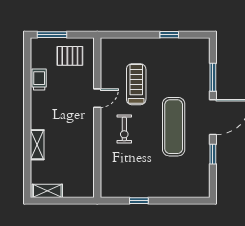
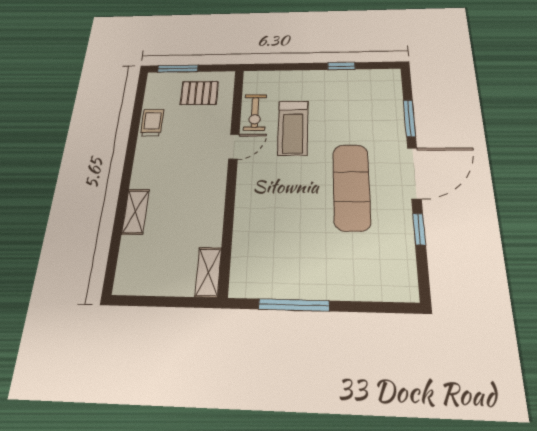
treadmill: (136, 84) -> (293, 128), turned 180
exercise bike: (124, 129) -> (255, 112), moved
shelving: (47, 191) -> (208, 272), moved, turned 90
window: (139, 201) -> (294, 305), width x2.17

